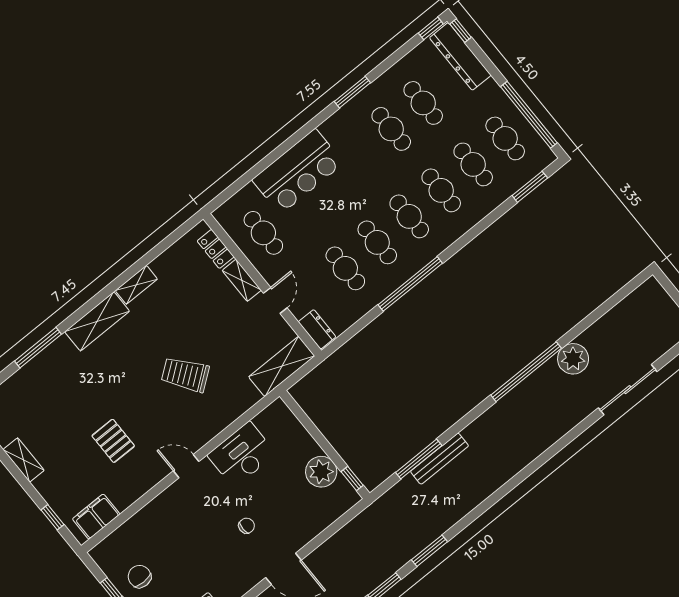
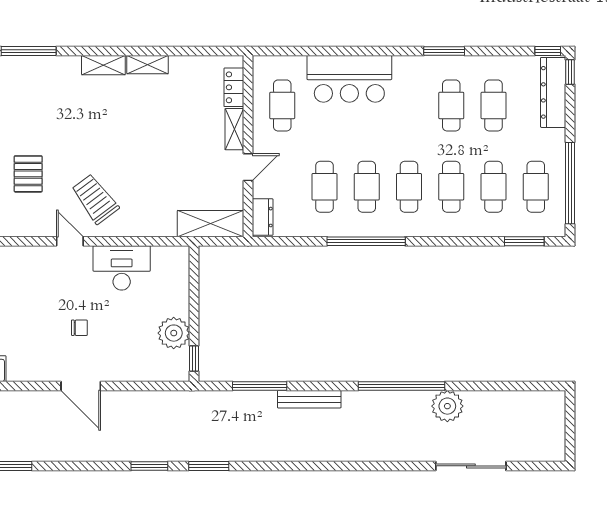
shelving: (97, 321) -> (103, 65), width x0.67, depth x0.75
trolley: (185, 374) -> (95, 199), moved
bench: (440, 459) -> (309, 399), moved

